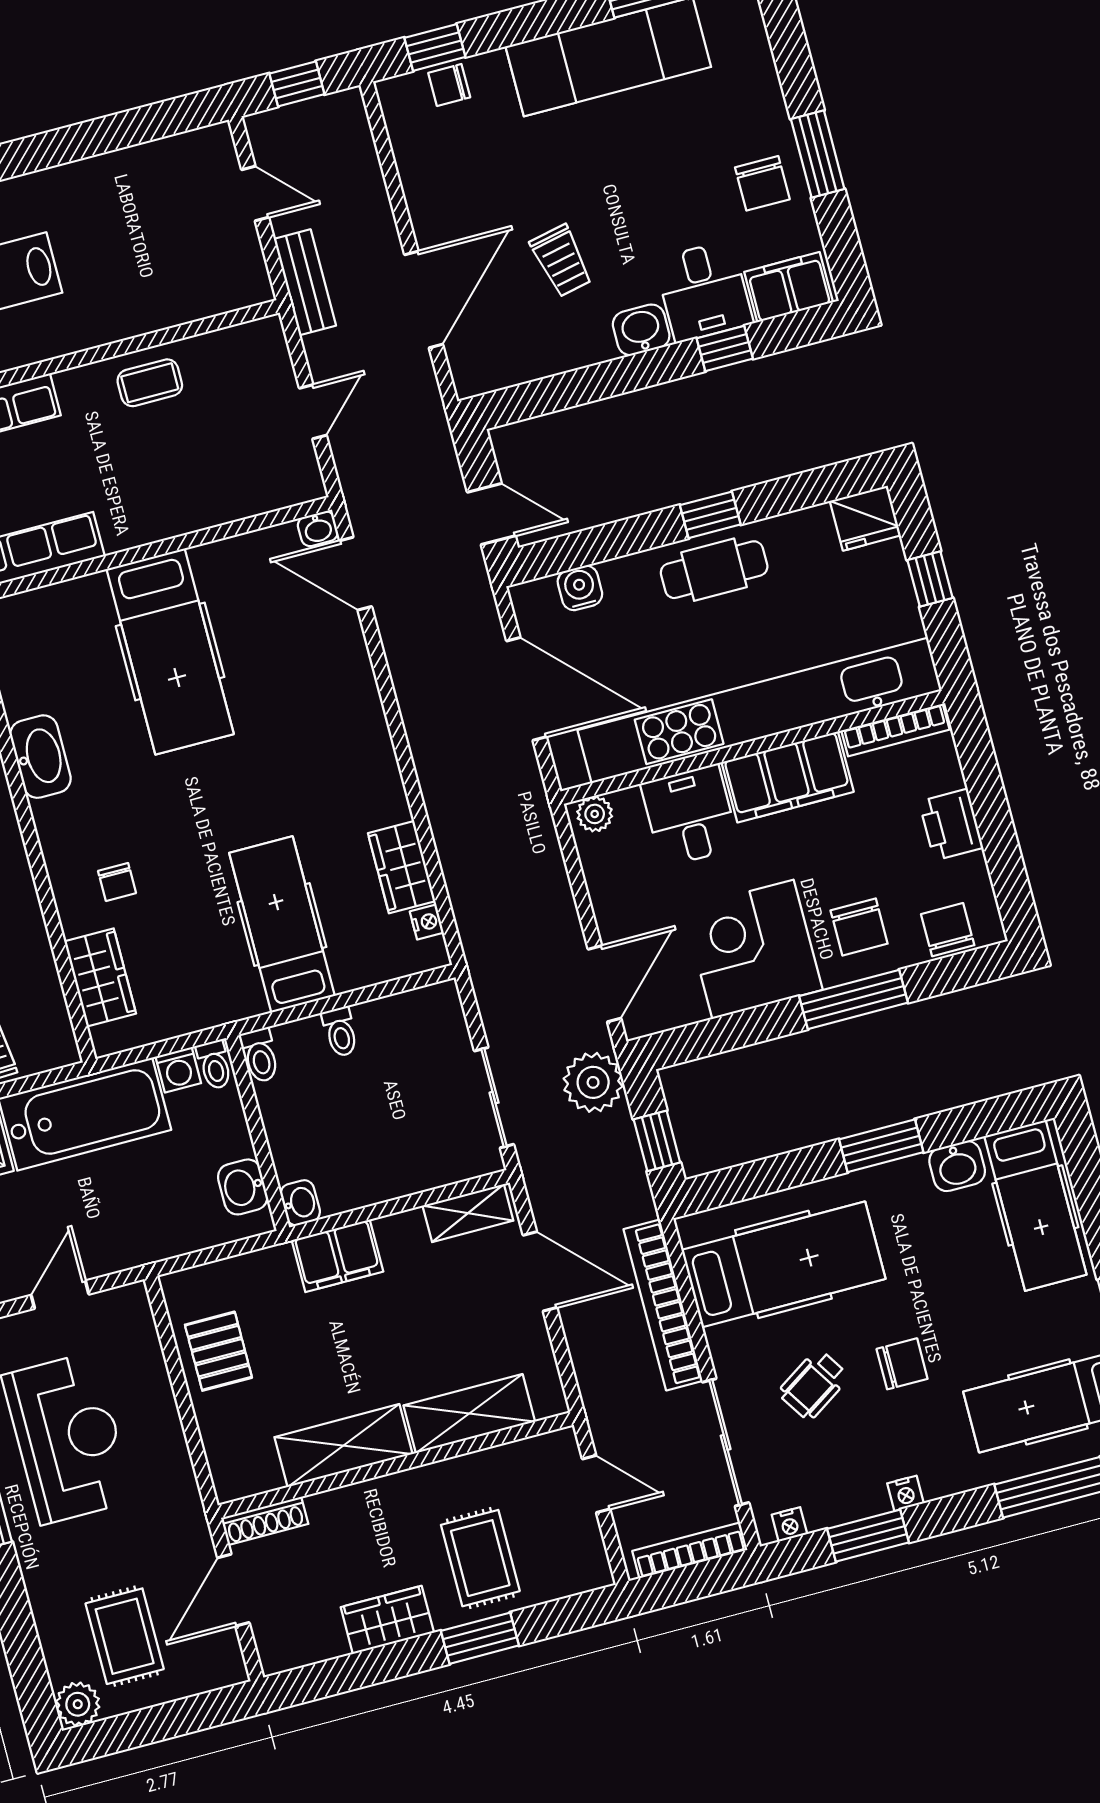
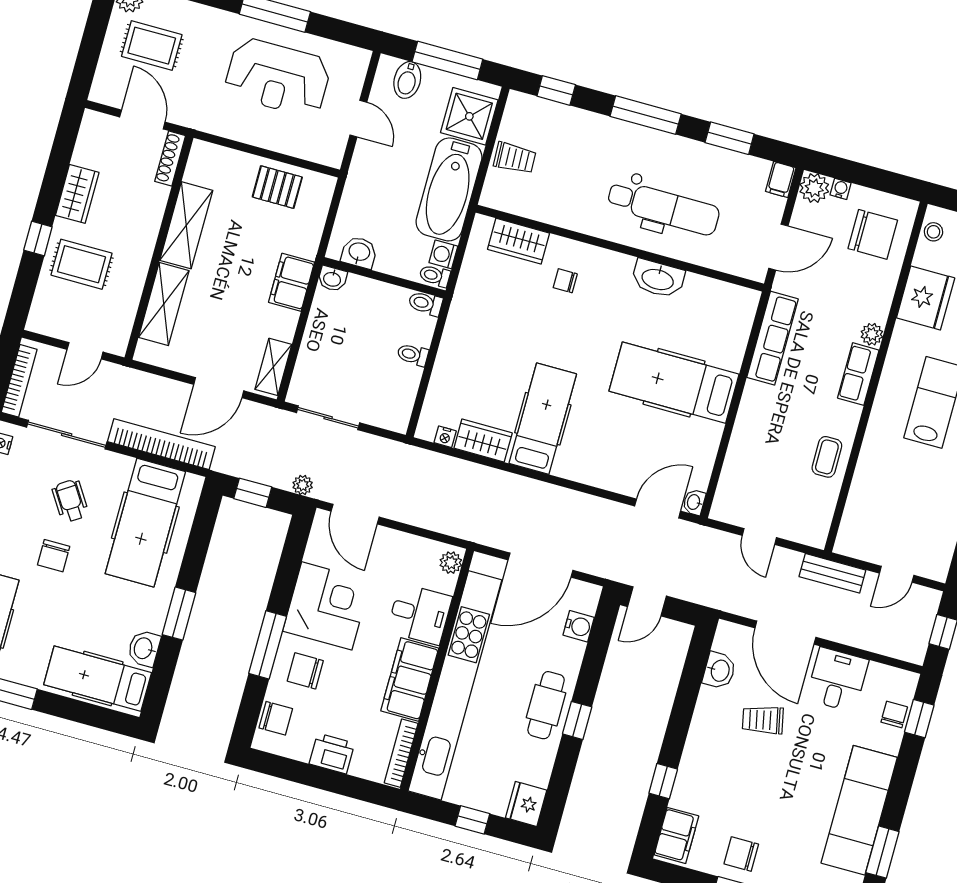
desk: (704, 291) -> (837, 680), moved, turned 90
washbasin: (641, 330) -> (719, 671), moved
hospital bed: (282, 924) -> (543, 419), moved, turned -90
plant: (593, 1082) -> (303, 485), width x0.53, depth x0.53
window: (480, 1638) -> (38, 239), width x0.67

